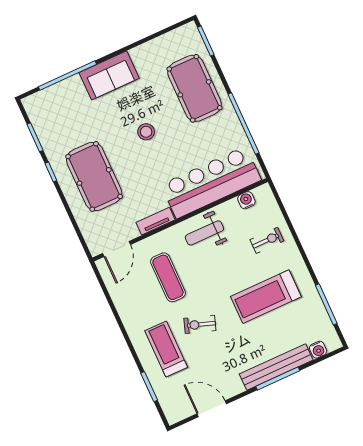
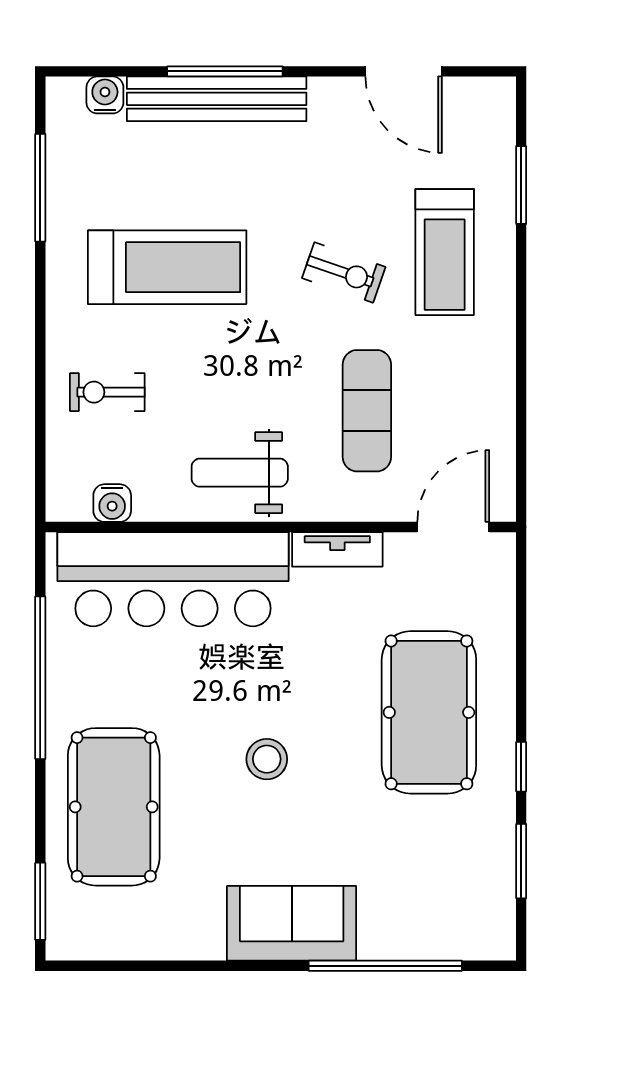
weight bench: (204, 233) -> (240, 473), turned 180

